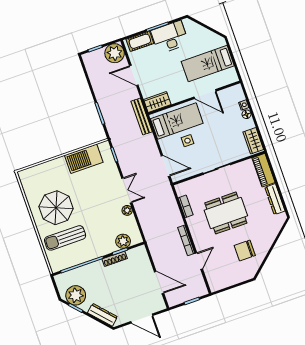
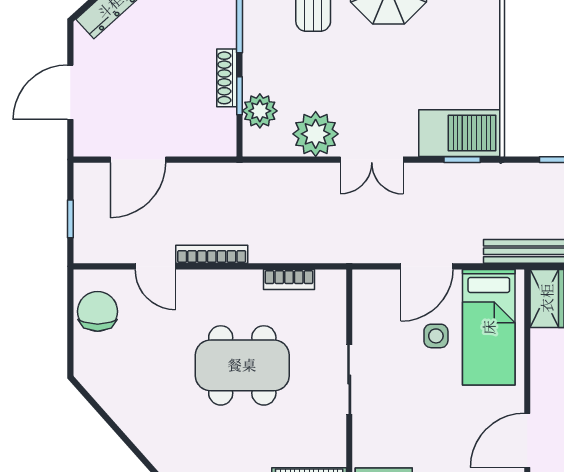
door: (205, 94) -> (527, 440), moved
barbecue: (84, 159) -> (460, 133), moved, turned 90
door: (166, 166) -> (427, 266), moved
plant: (127, 210) -> (316, 134), width x1.87, depth x1.87
dining table: (226, 213) -> (242, 365), turned 90
chair: (245, 250) -> (98, 311), moved

